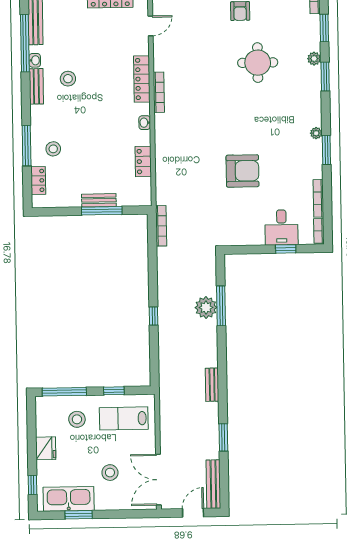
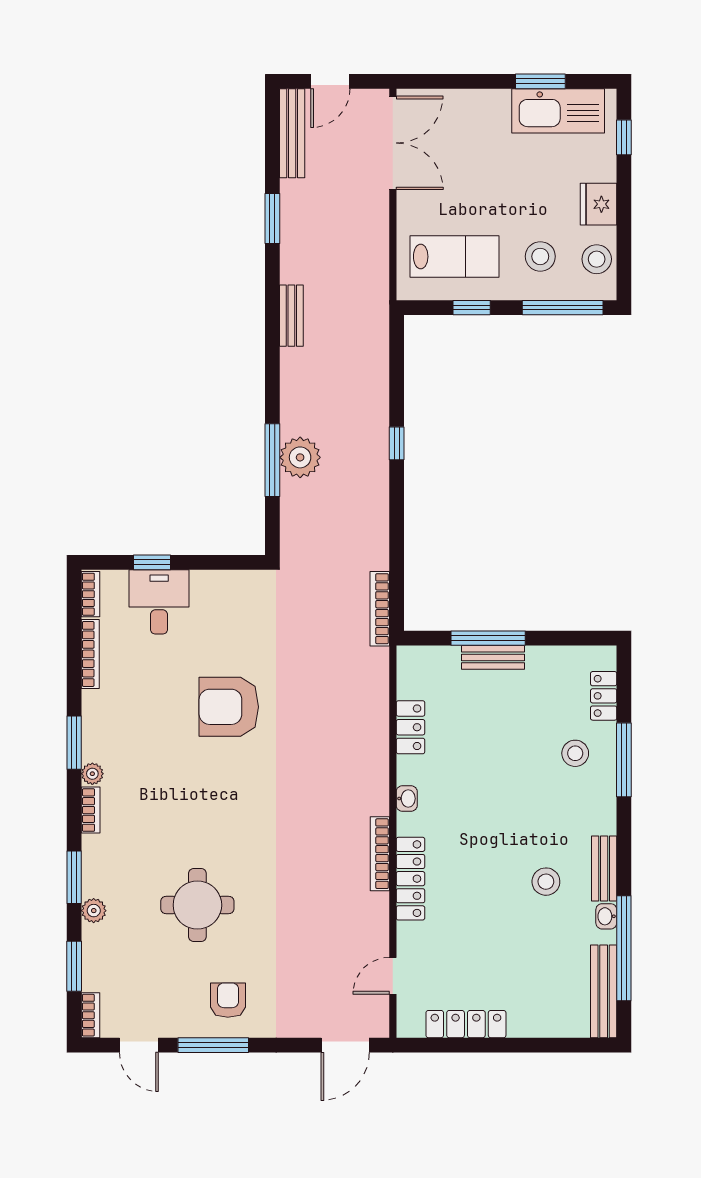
bookcase: (317, 113) -> (91, 810), added
stool: (110, 473) -> (597, 259), moved

